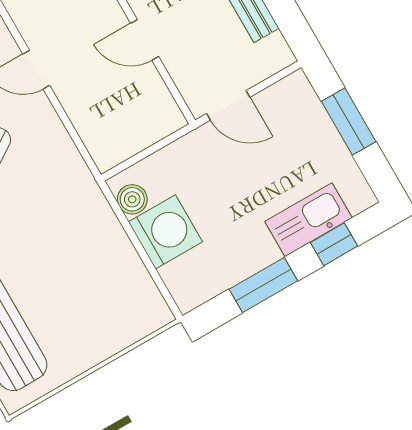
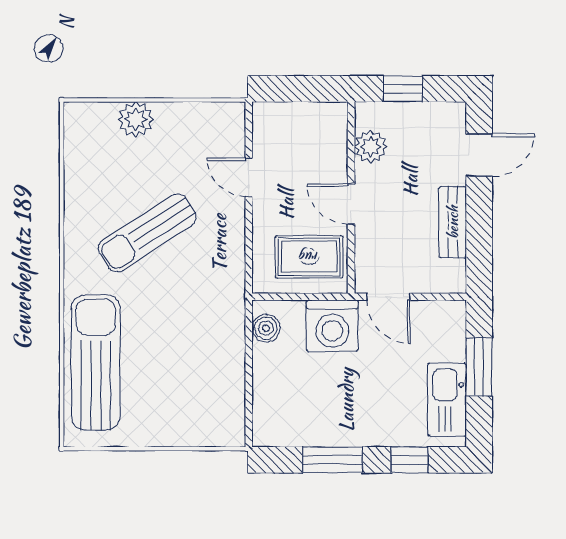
rug: (134, 111) -> (309, 257), added
kitchen sink: (308, 220) -> (447, 399), moved, turned -90
washing machine: (165, 232) -> (332, 326), moved, turned 90

